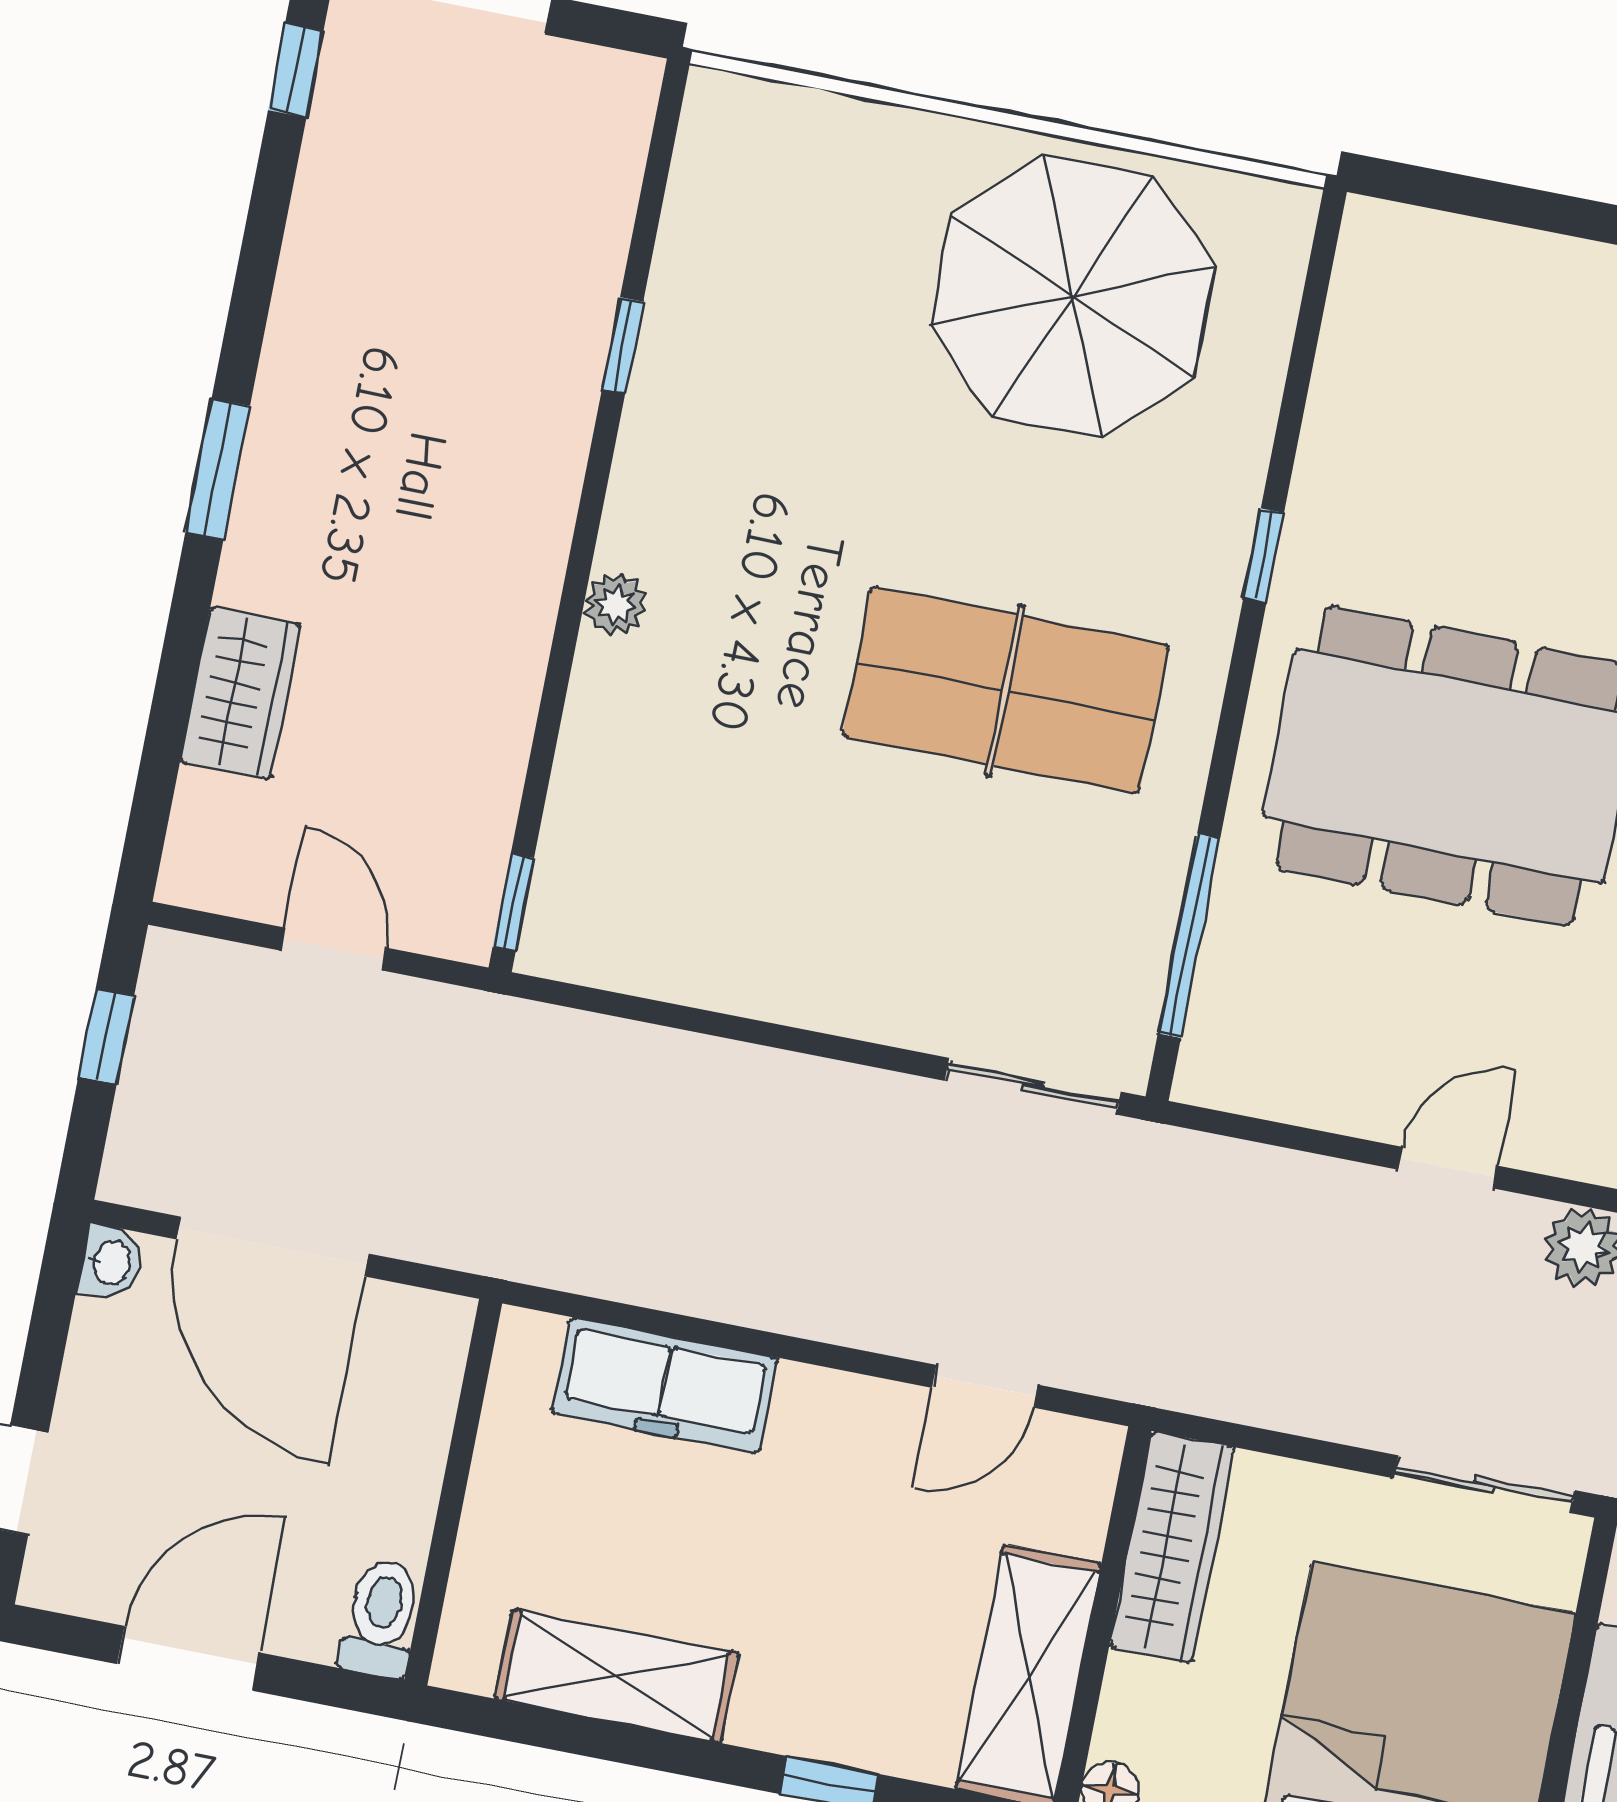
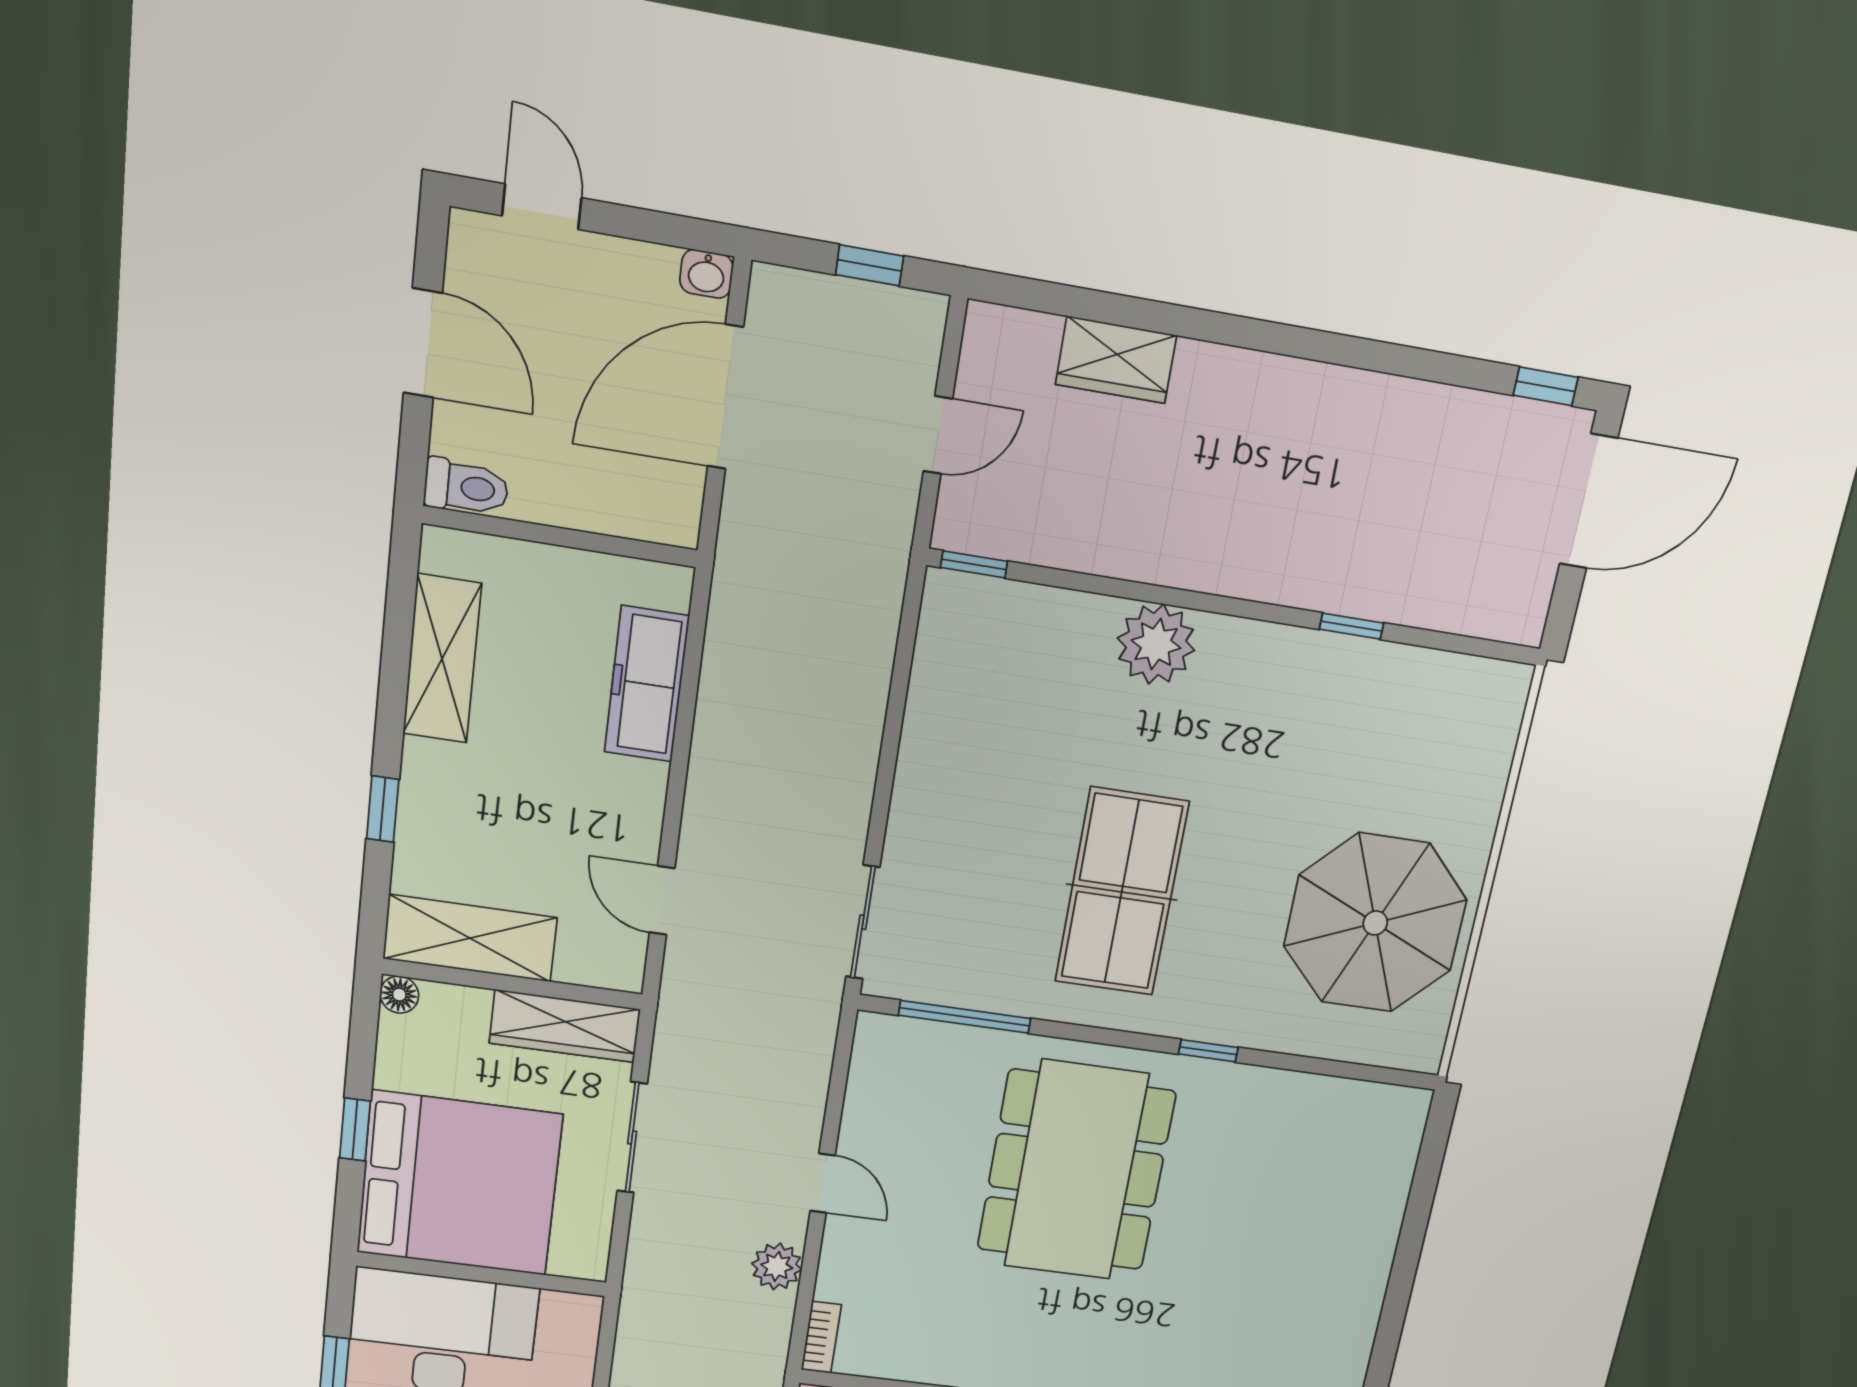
window: (218, 469) -> (1273, 337), removed
plant: (615, 605) -> (1156, 644), width x1.87, depth x1.87
sliding door: (1484, 1484) -> (632, 1138), moved

